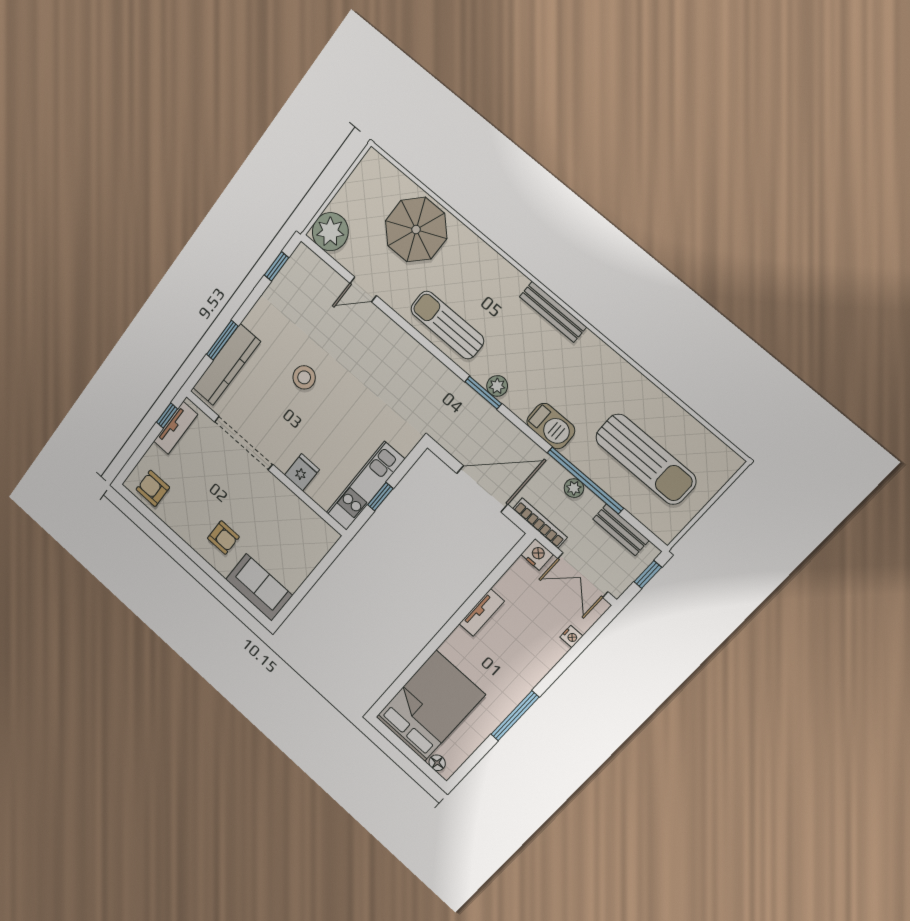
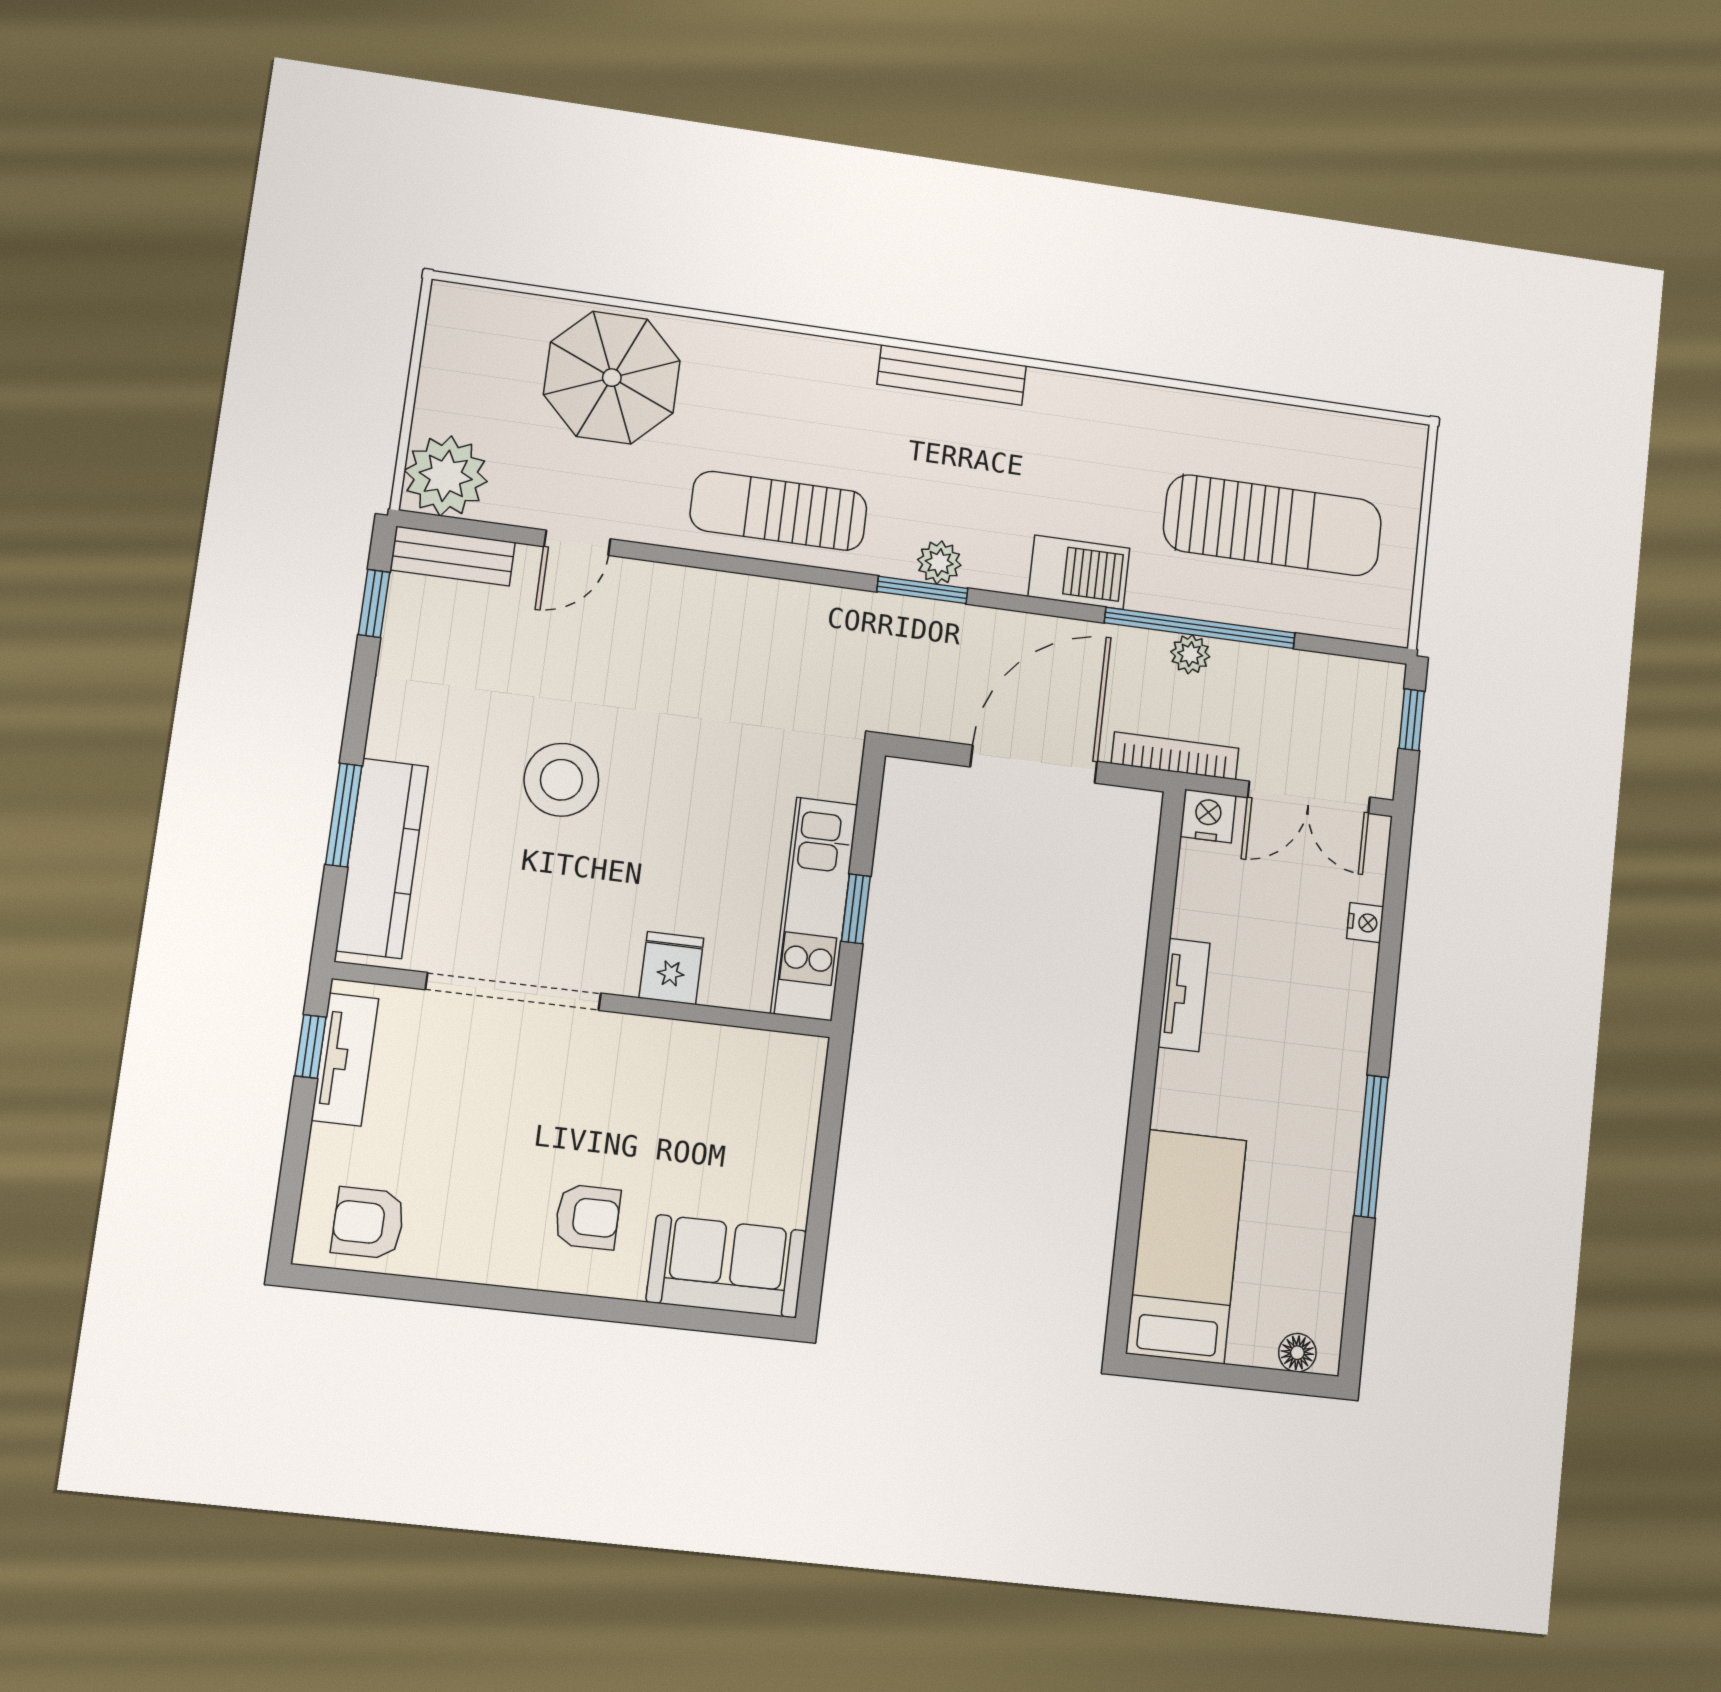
stool: (304, 377) -> (561, 780), width x1.38, depth x1.38
bench: (621, 530) -> (453, 556), moved
bed: (430, 706) -> (1186, 1246), width x0.67

